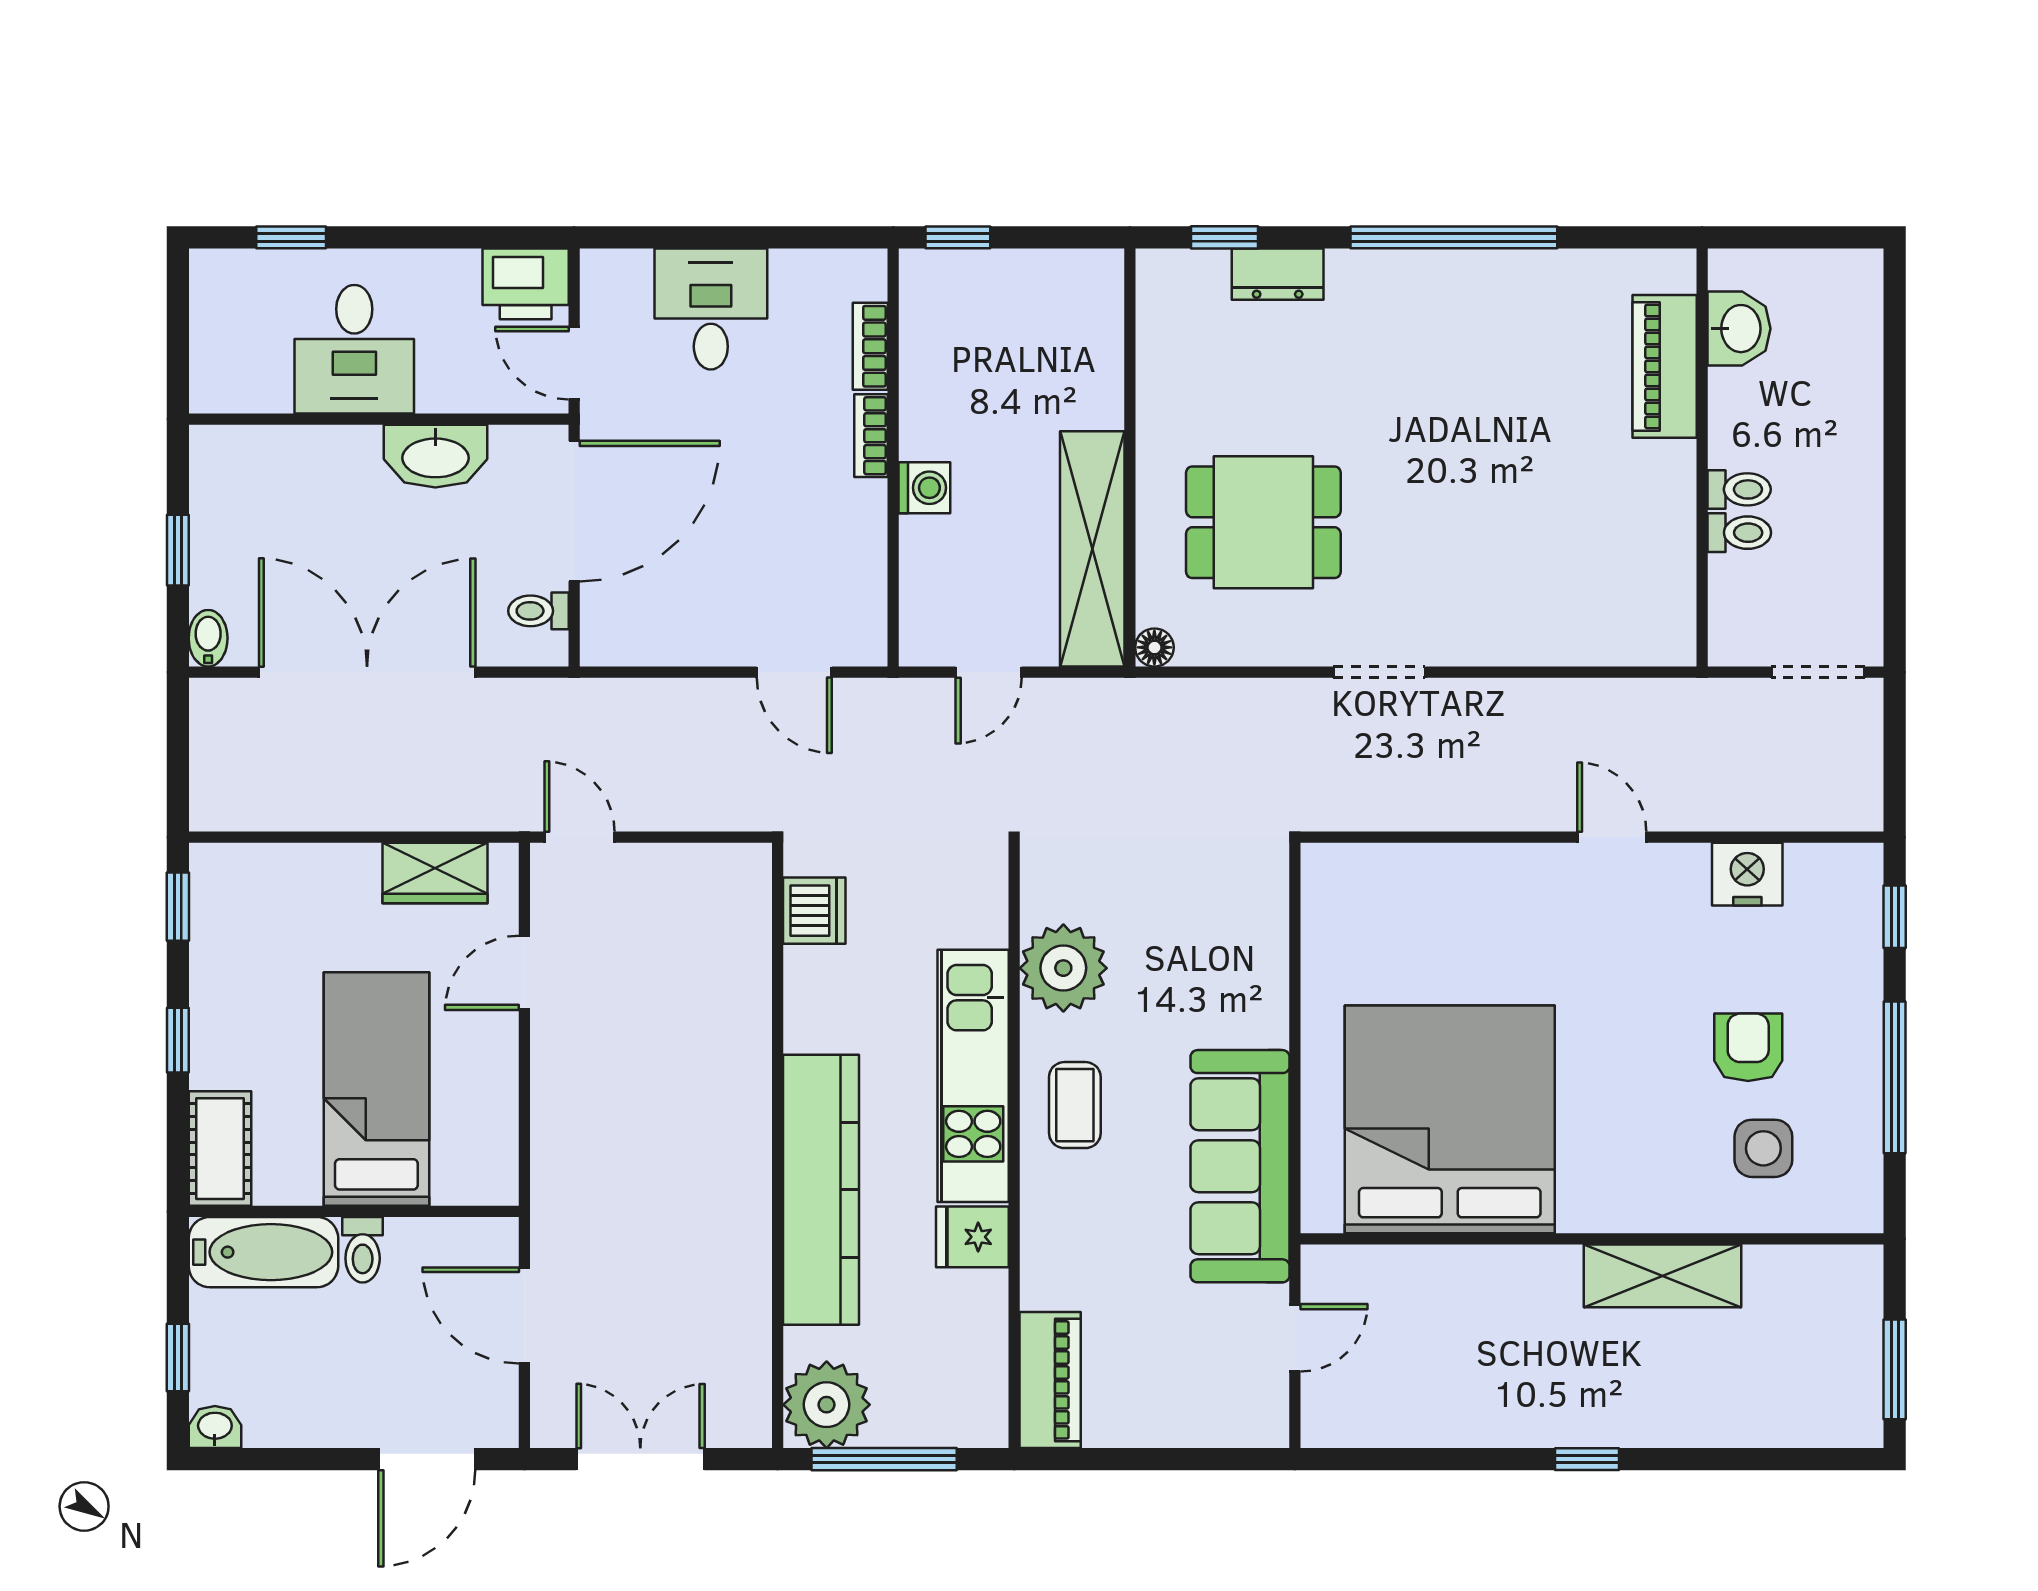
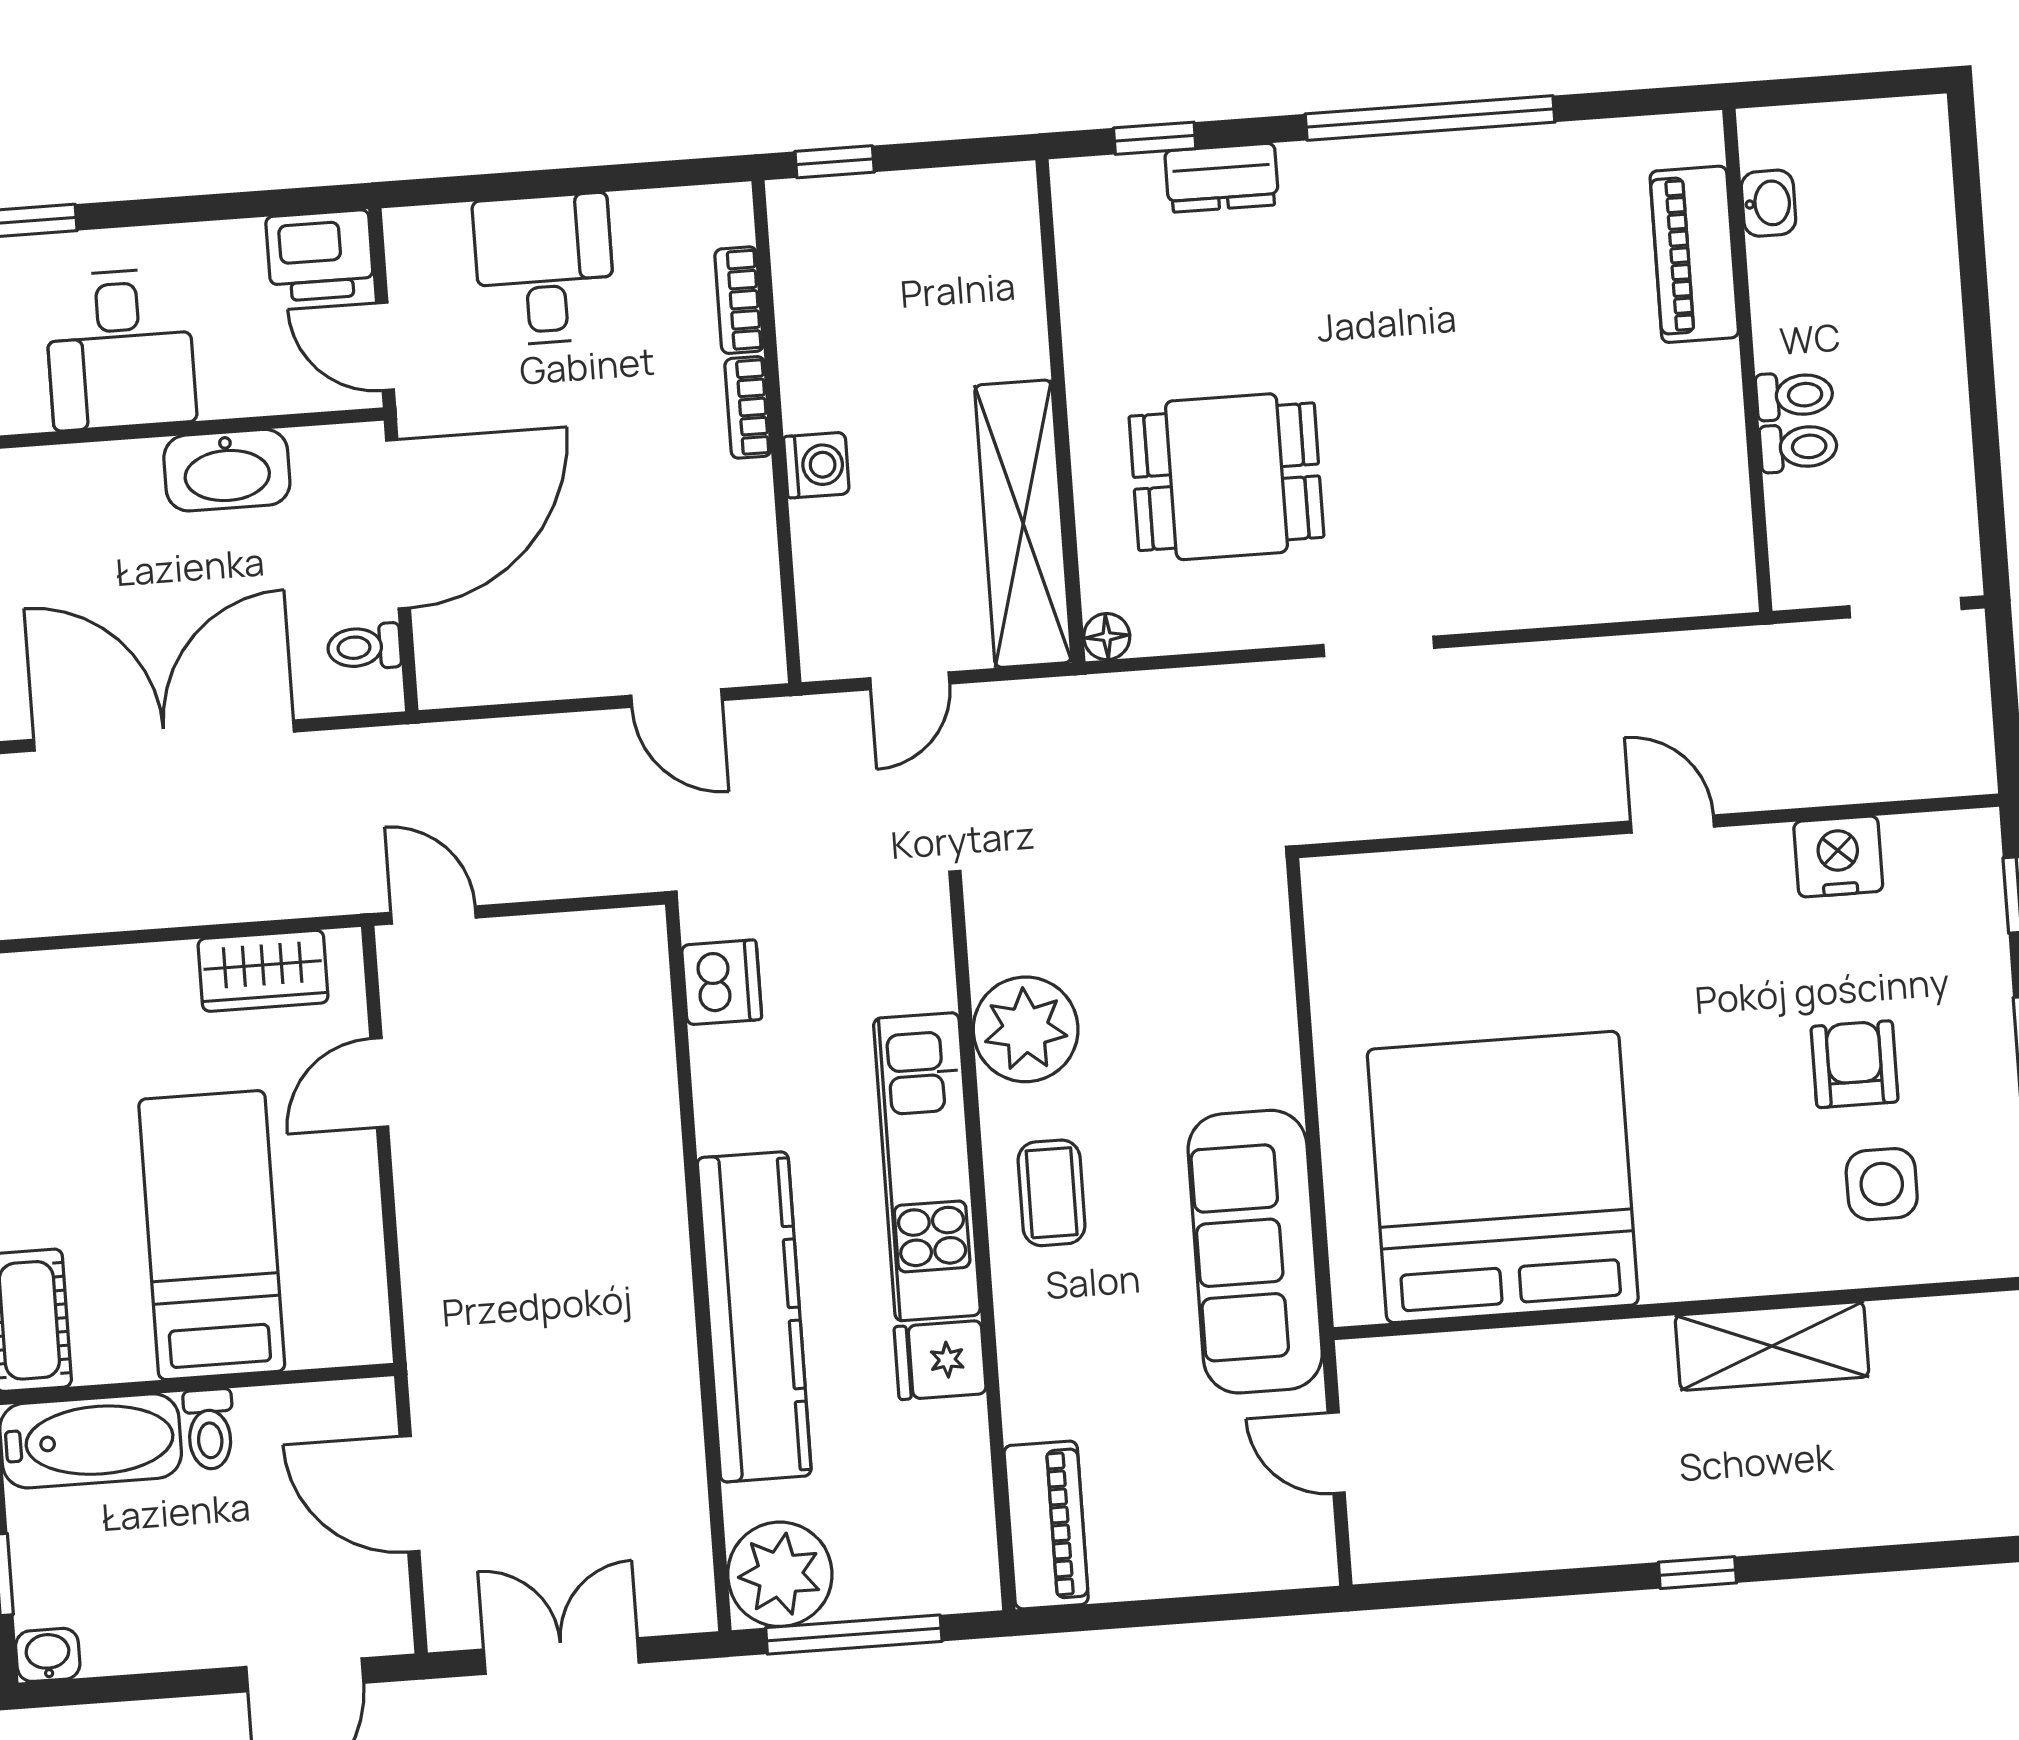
washbasin: (1739, 329) -> (1769, 203), width x0.72, depth x0.69
door: (1295, 1338) -> (1336, 1453), swing flipped

